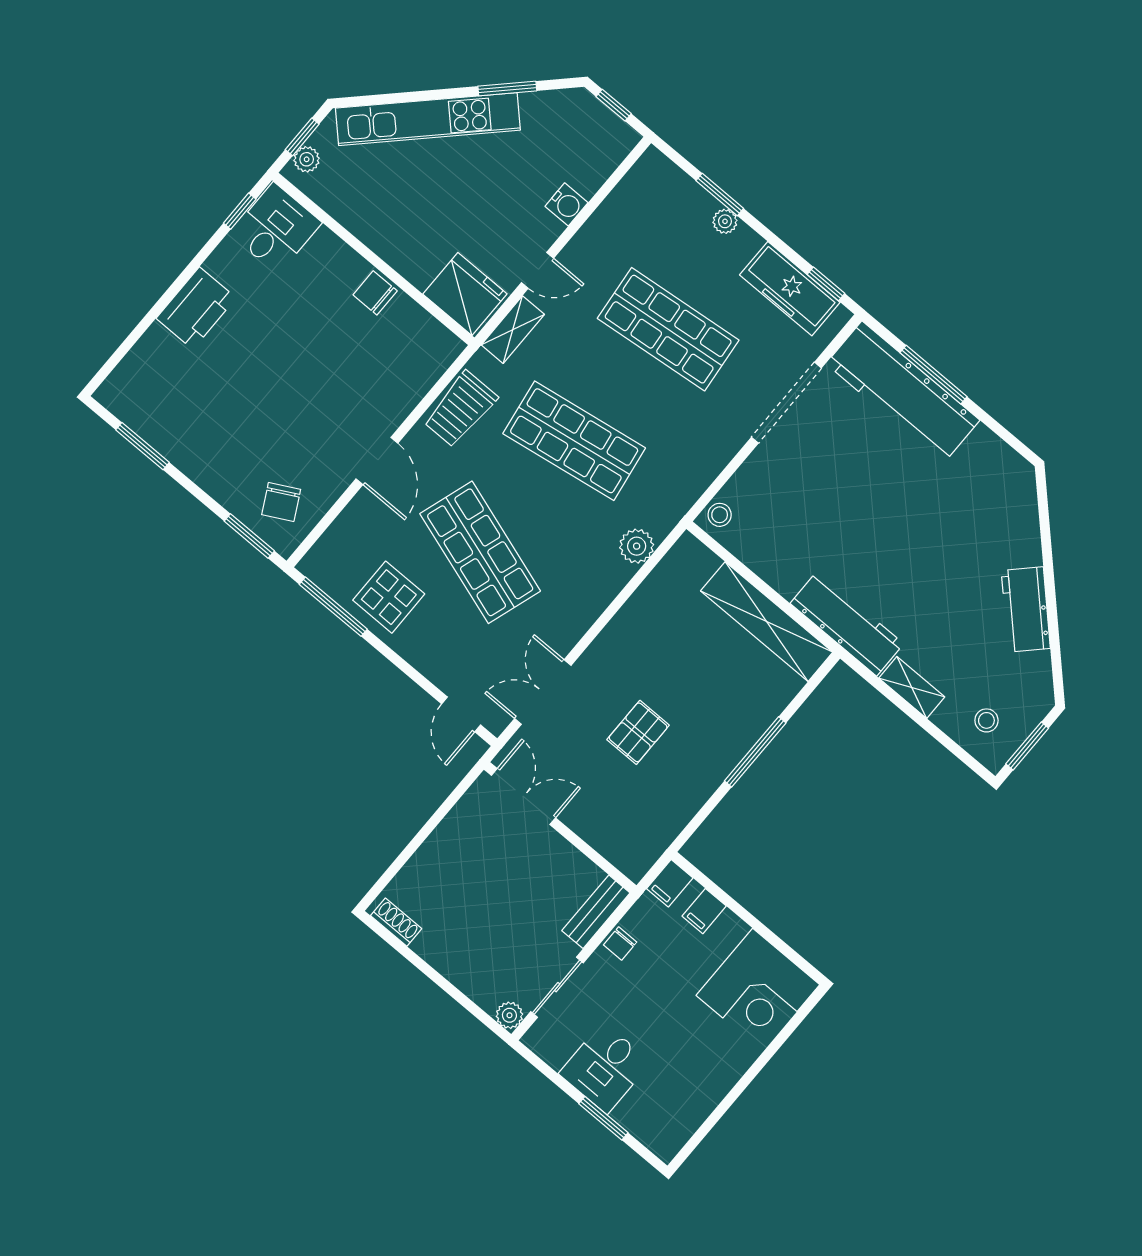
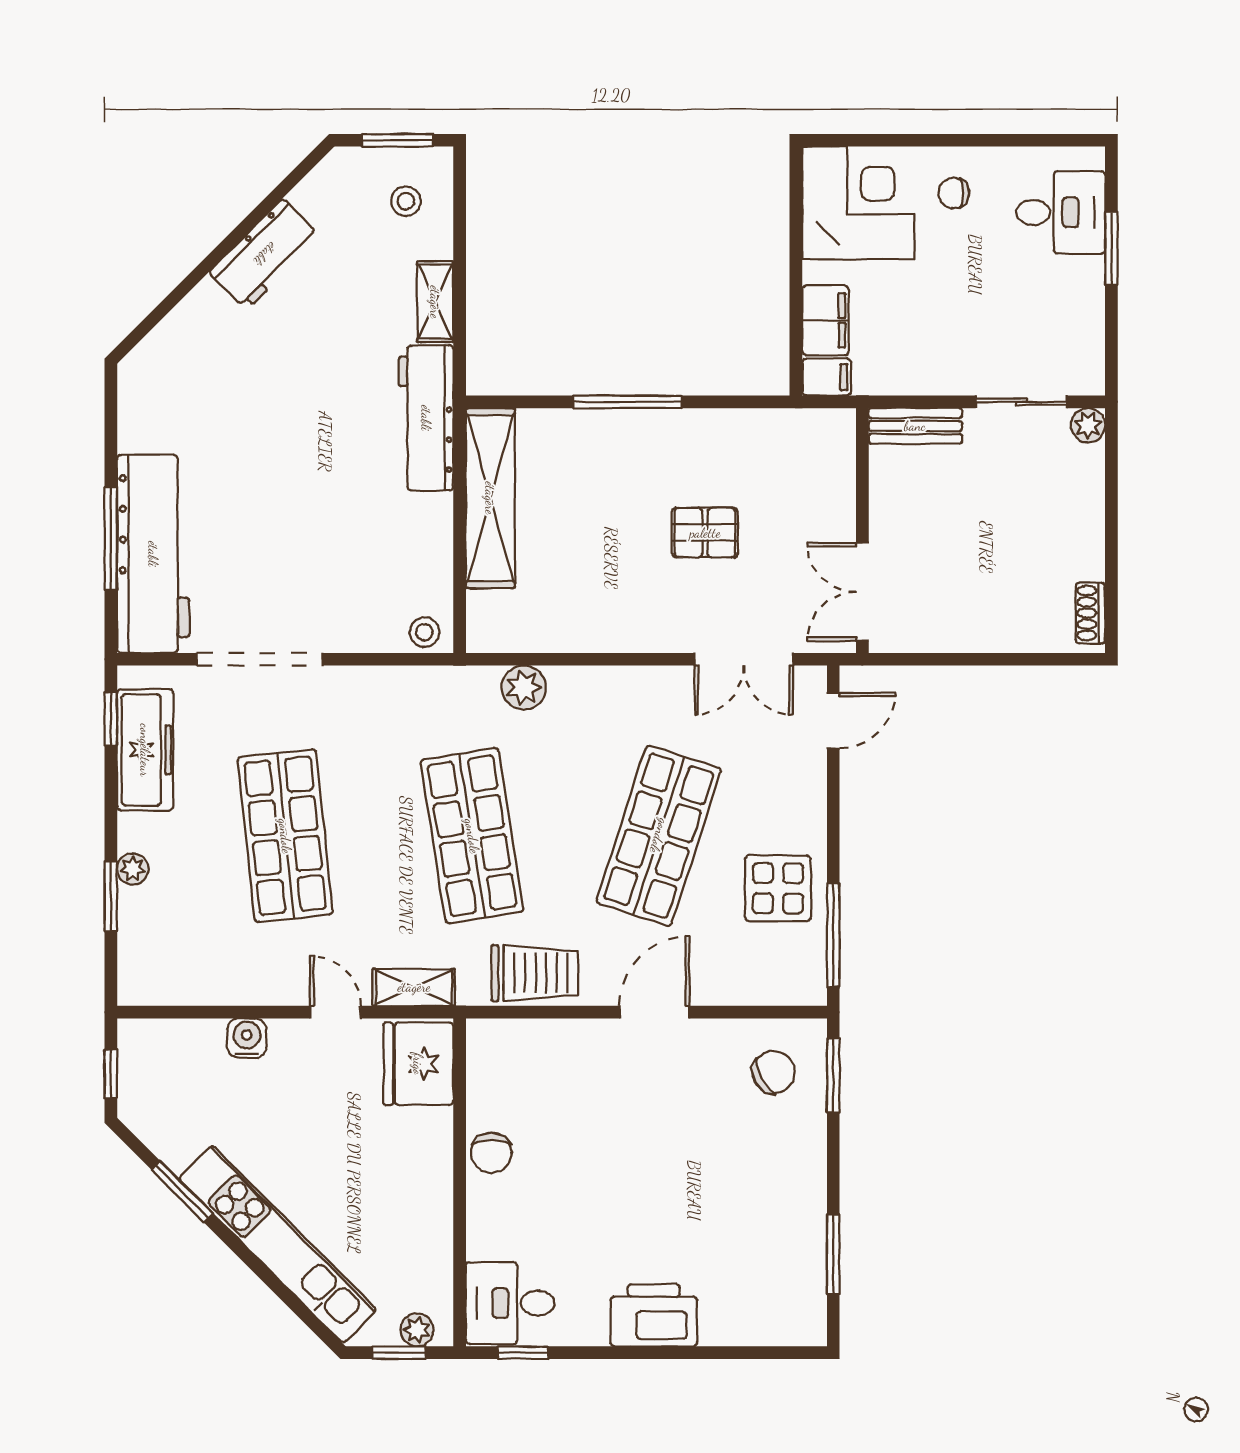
filing cabinet: (704, 911) -> (825, 320), width x2.00
chair: (620, 943) -> (954, 193), moved, turned 180
desk: (605, 1068) -> (1061, 212), moved

